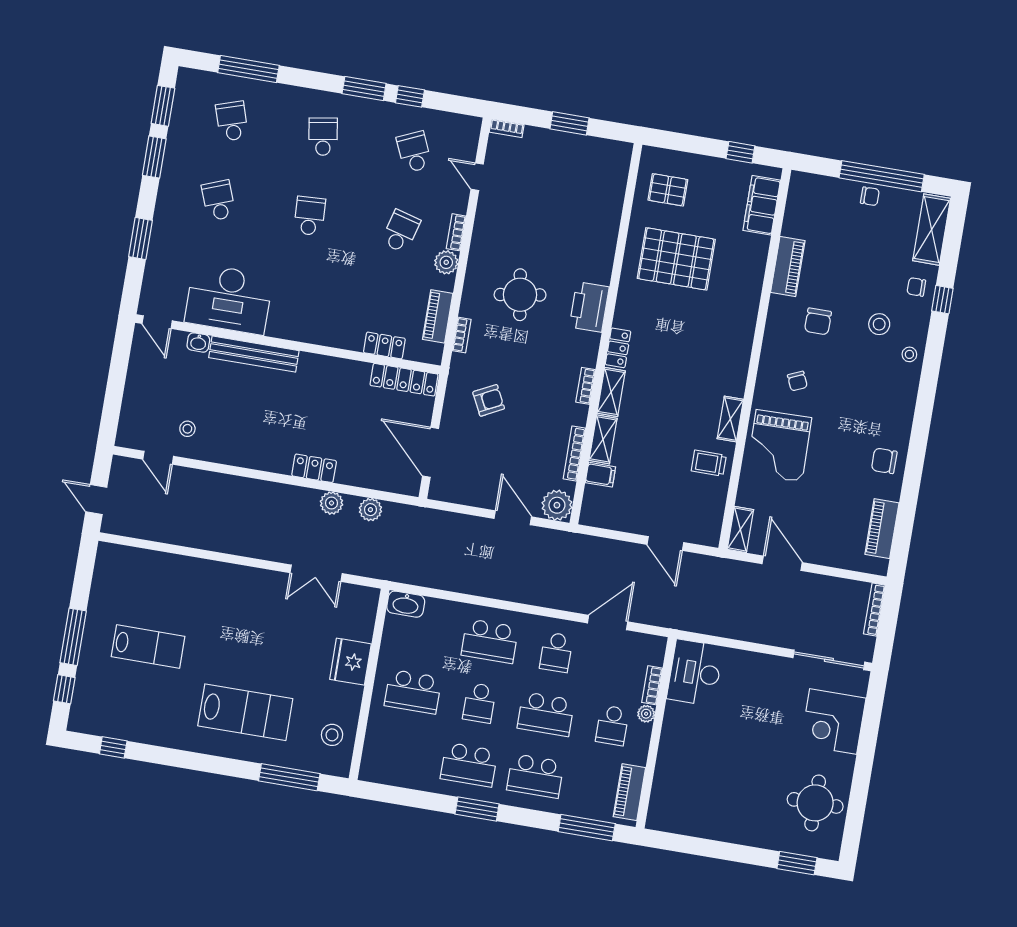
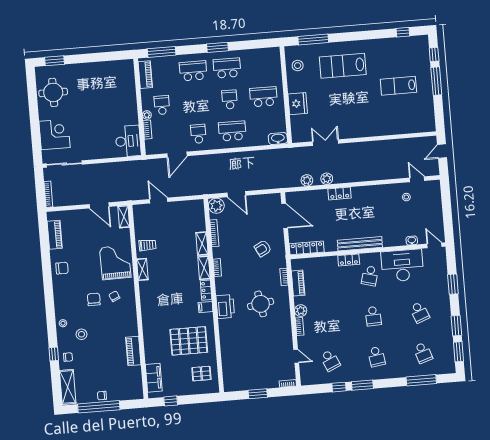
school desk: (401, 231) -> (370, 276), moved
chair: (818, 321) -> (94, 299), moved
locker: (384, 345) -> (349, 260), moved
bench: (254, 354) -> (360, 244), moved
filing cabinet: (600, 475) -> (206, 307), moved
door: (96, 500) -> (442, 151), swing flipped
school desk: (546, 714) -> (196, 102), removed

